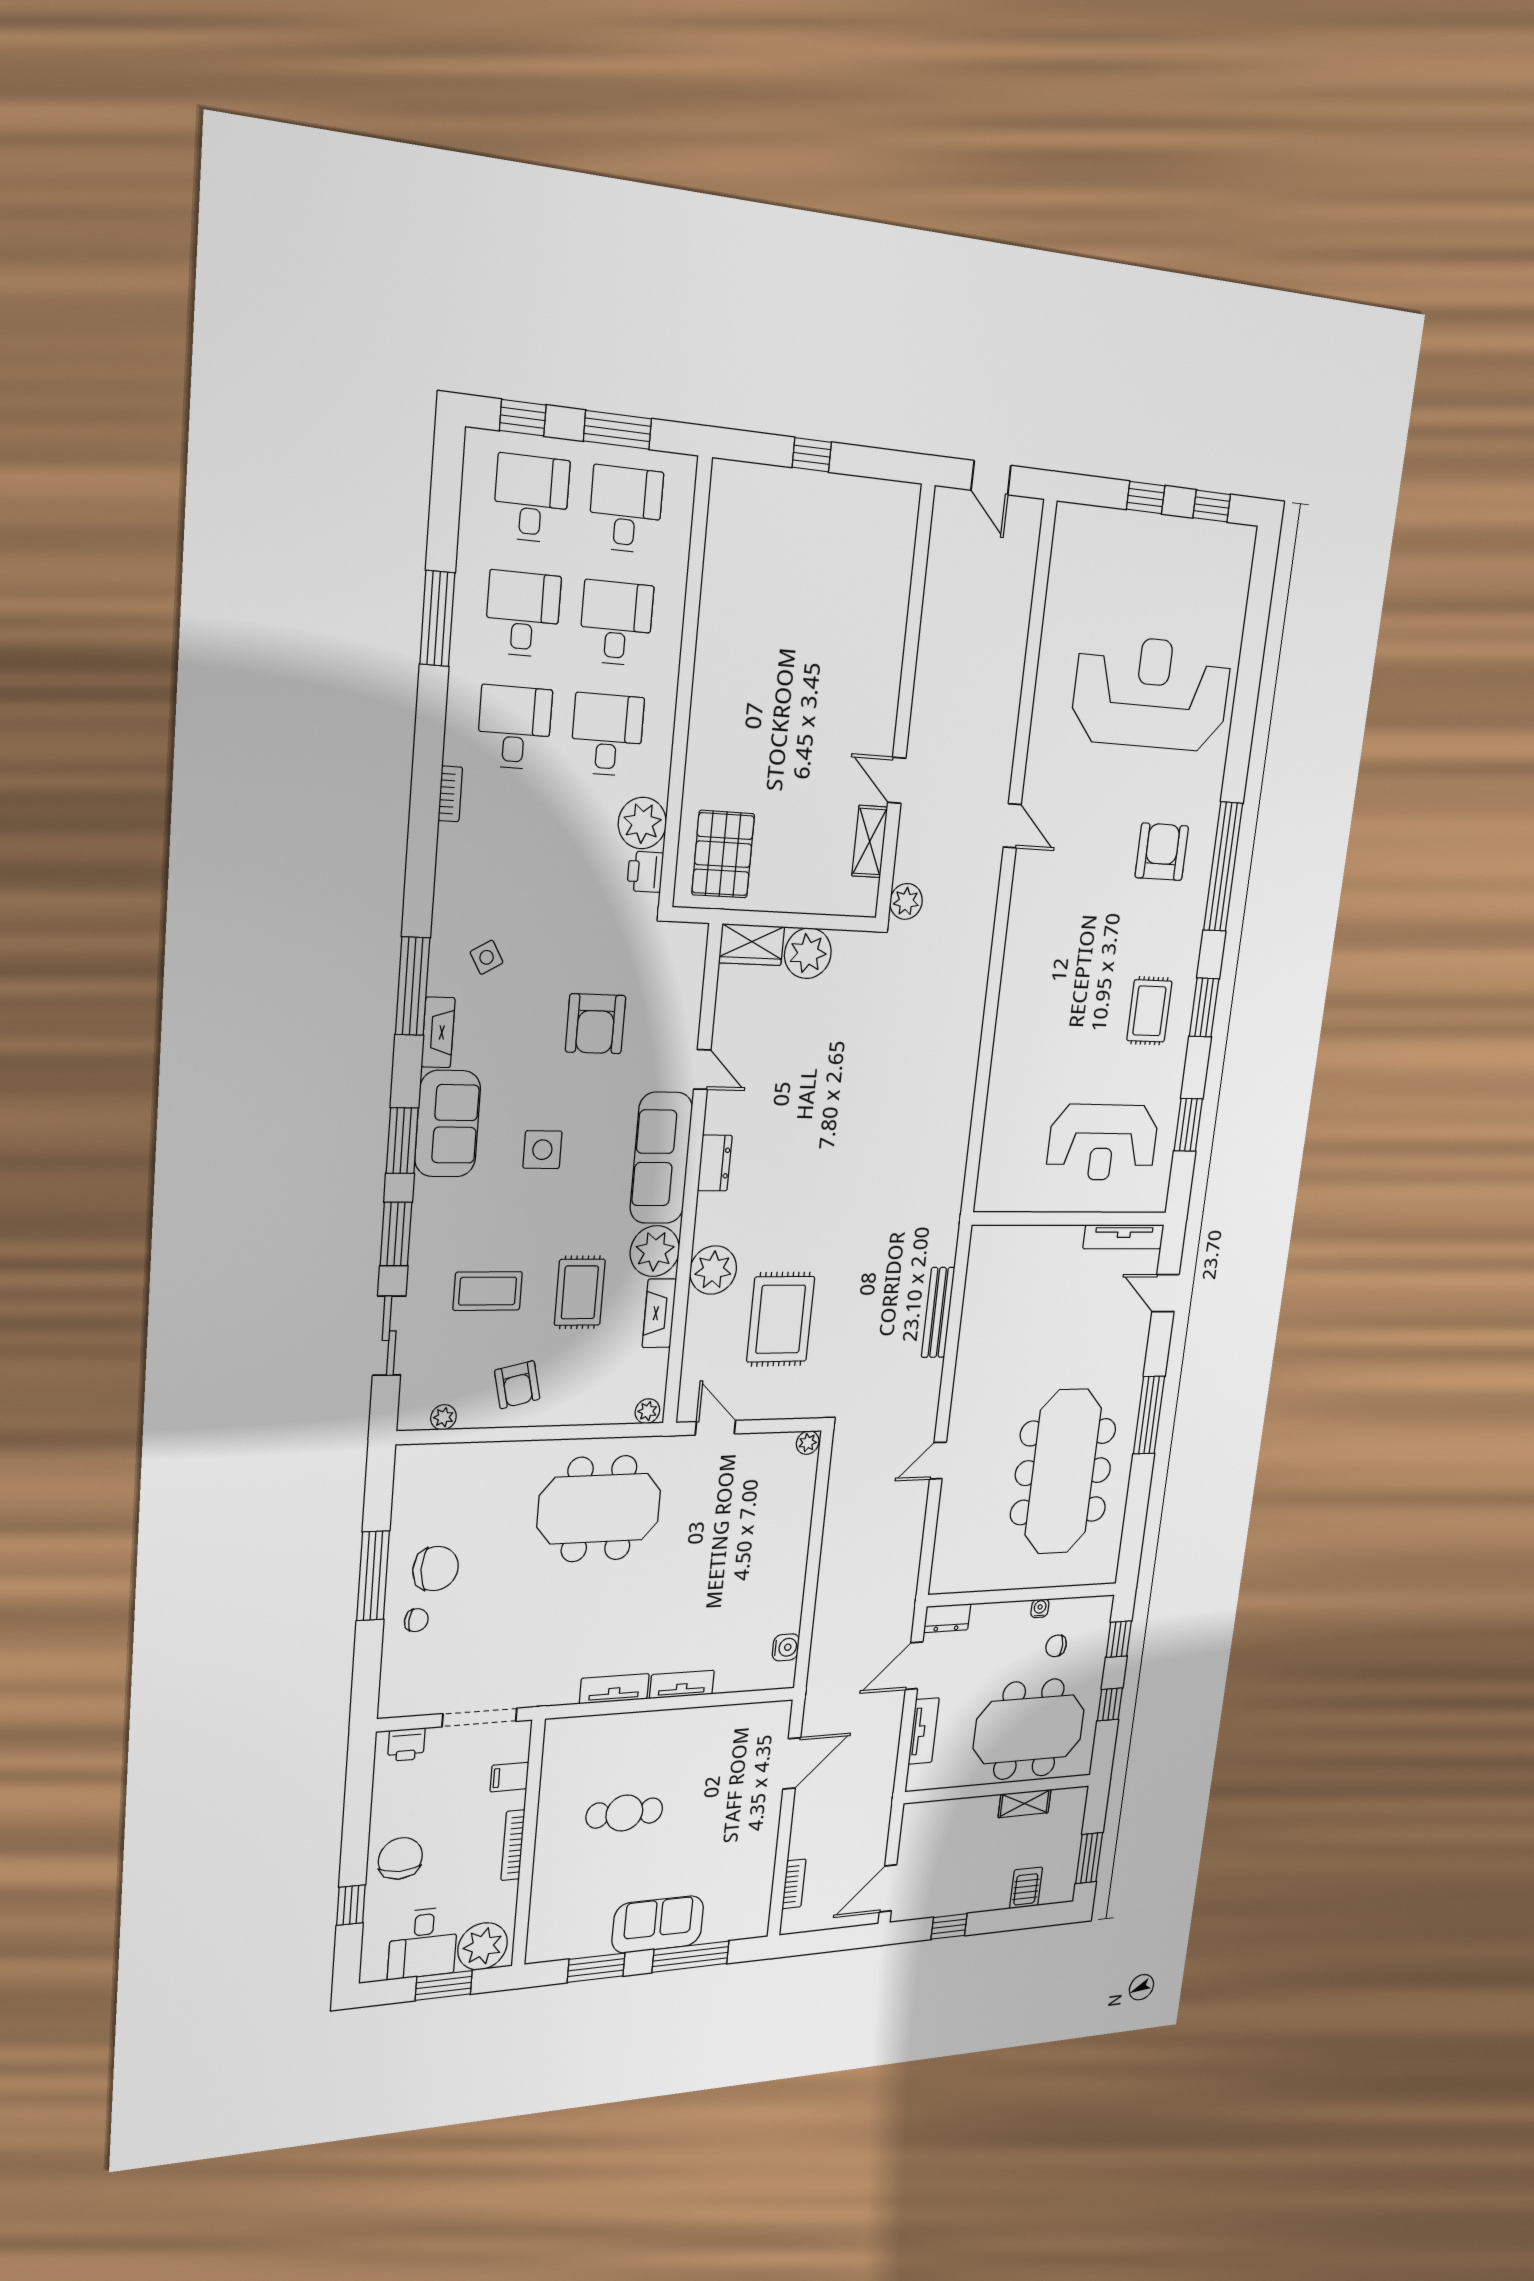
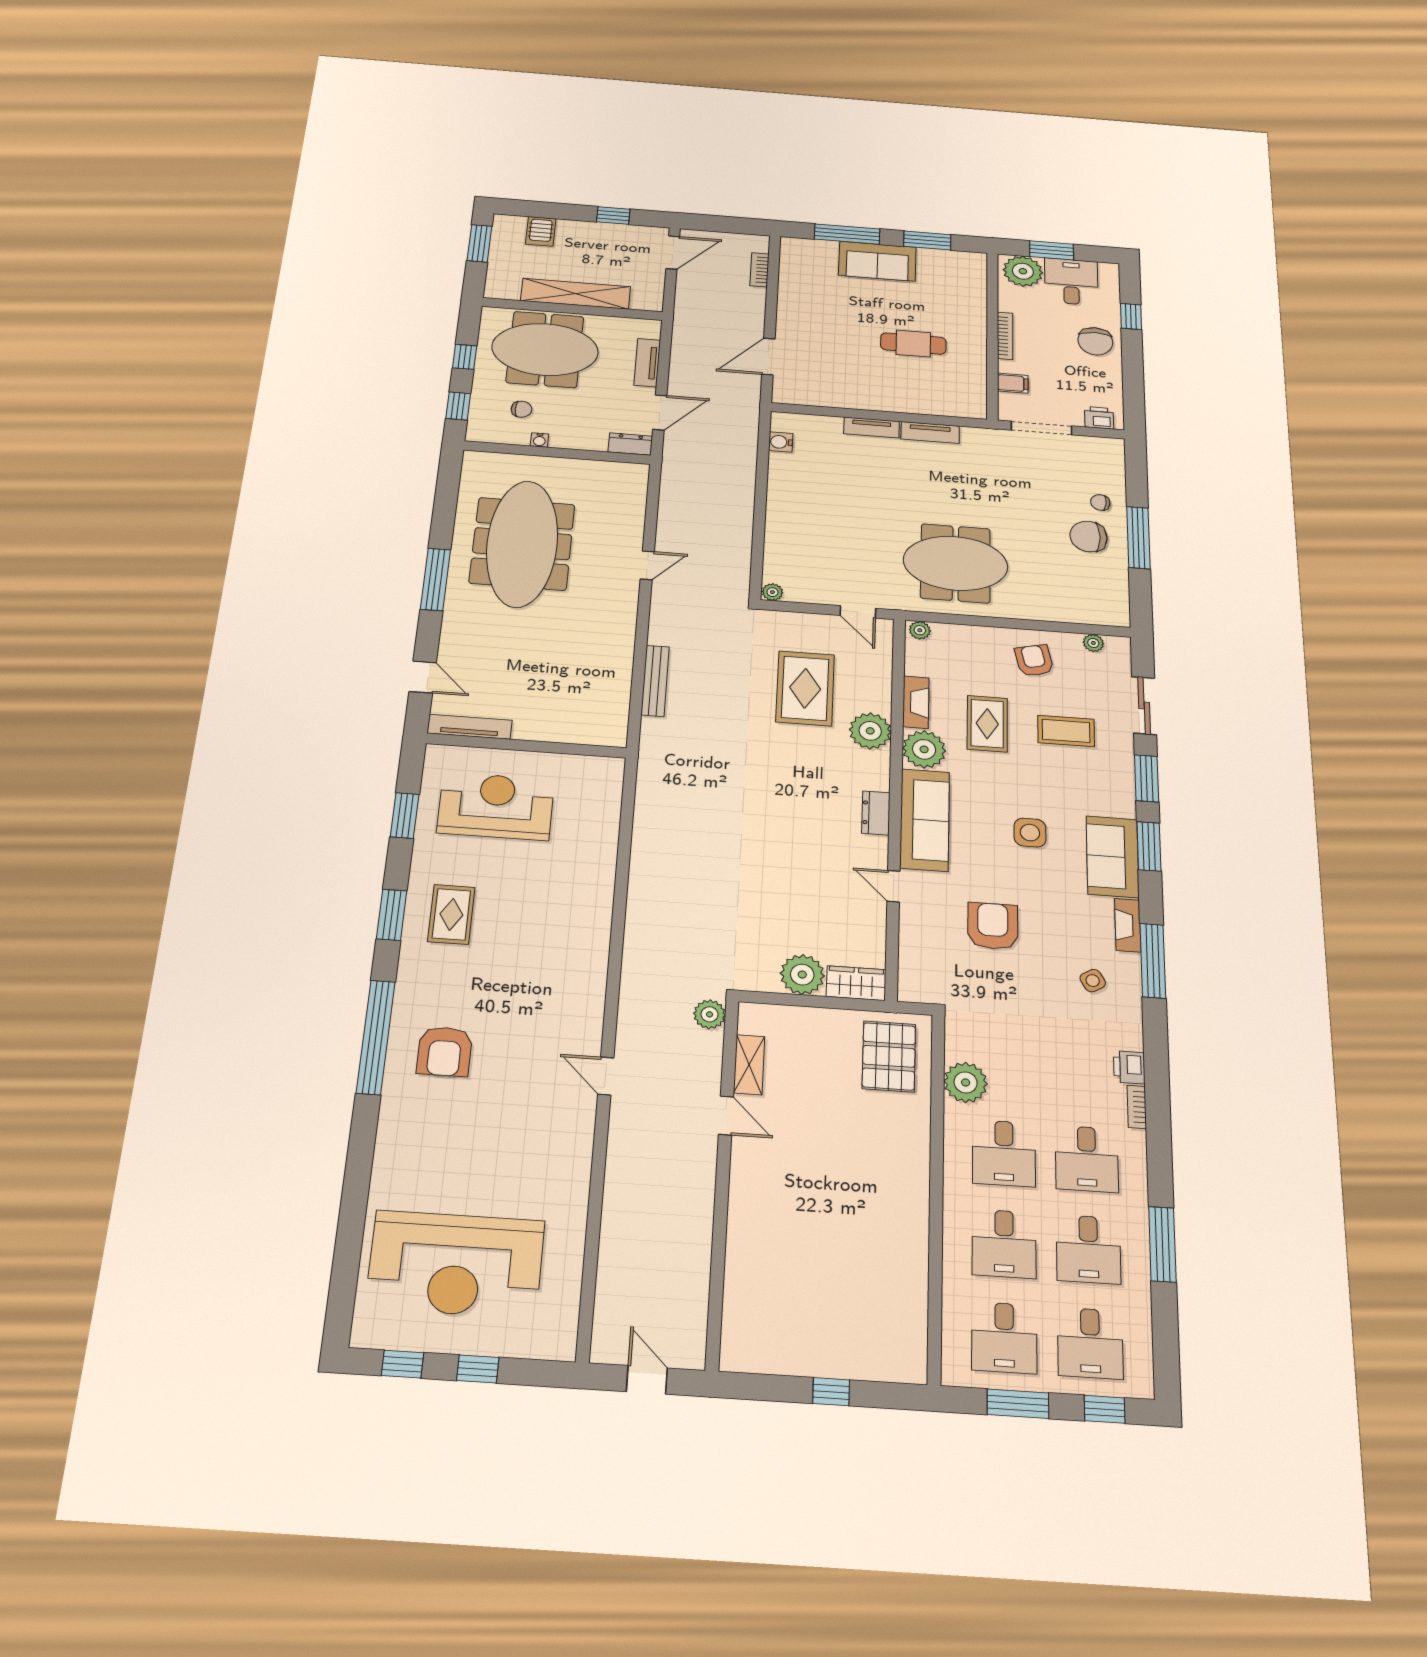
reception desk: (1152, 693) -> (455, 1264), moved
printer: (645, 872) -> (1129, 1067), moved, turned 180
shelving: (1025, 1803) -> (576, 294), width x2.20, depth x1.33

